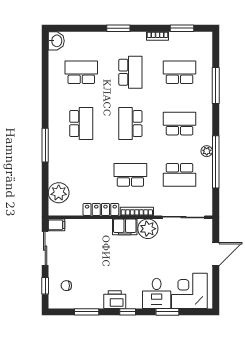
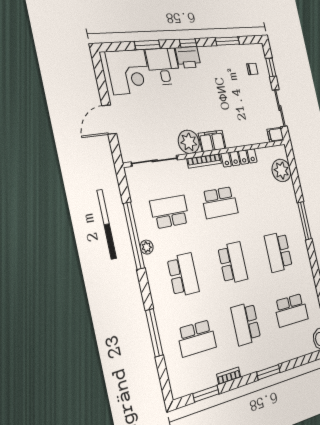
school desk: (180, 124) -> (183, 275), turned -90
printer: (115, 300) -> (188, 57), moved

